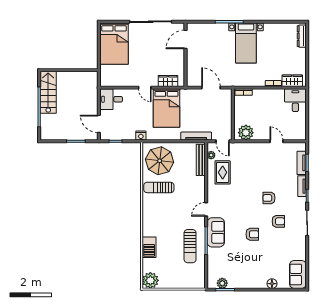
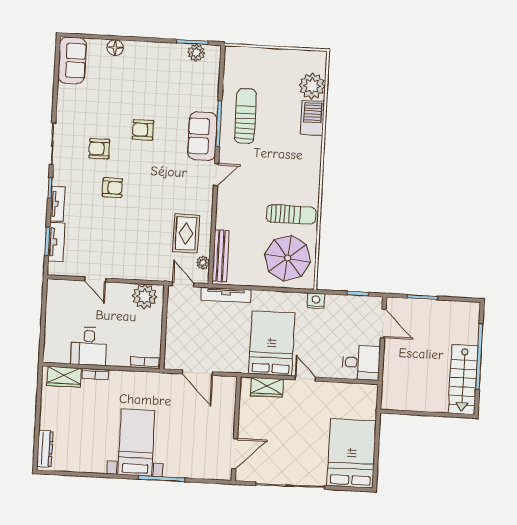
desk: (295, 100) -> (89, 346), moved
plant: (150, 280) -> (312, 86), moved

